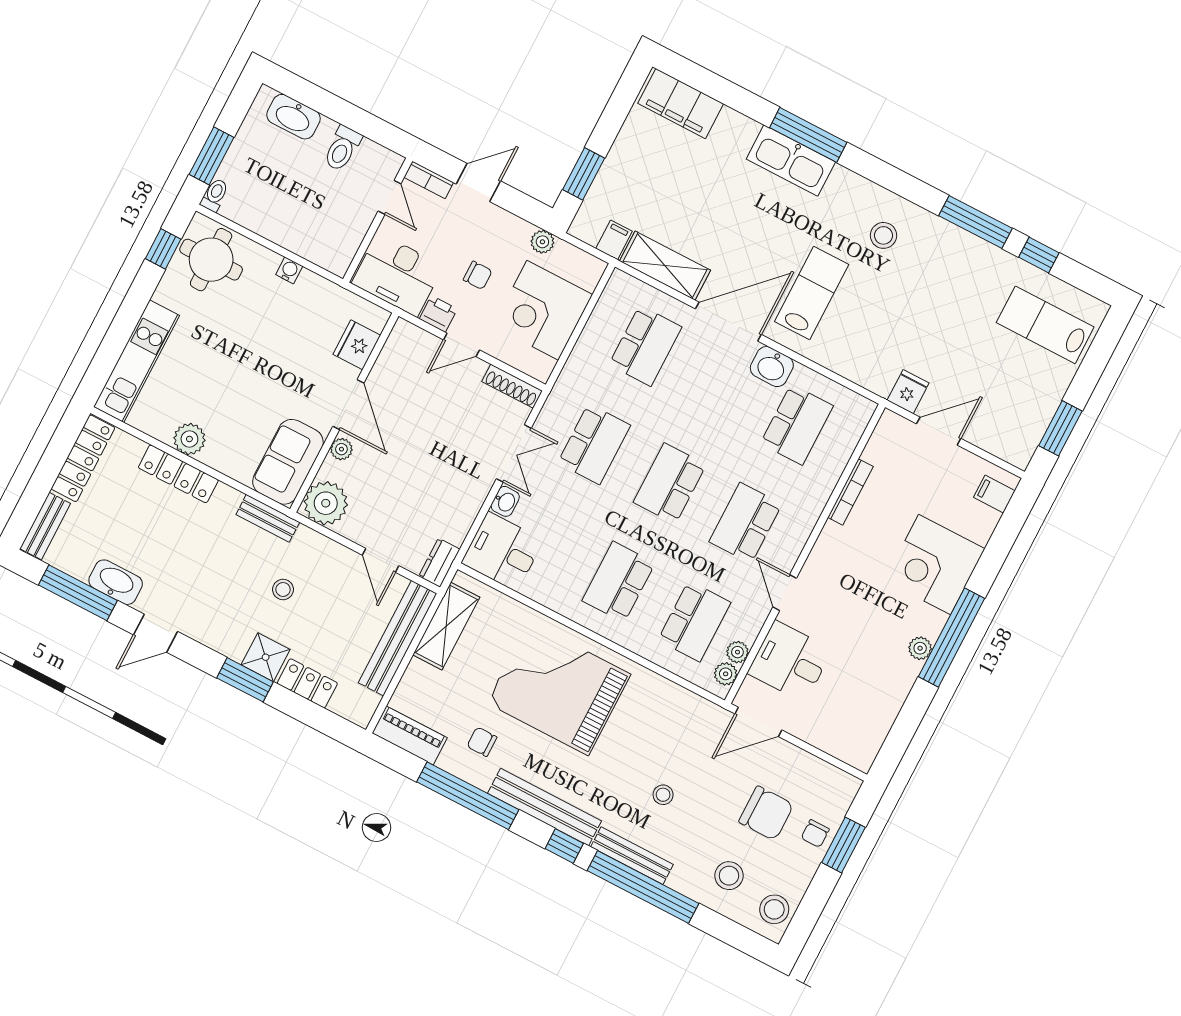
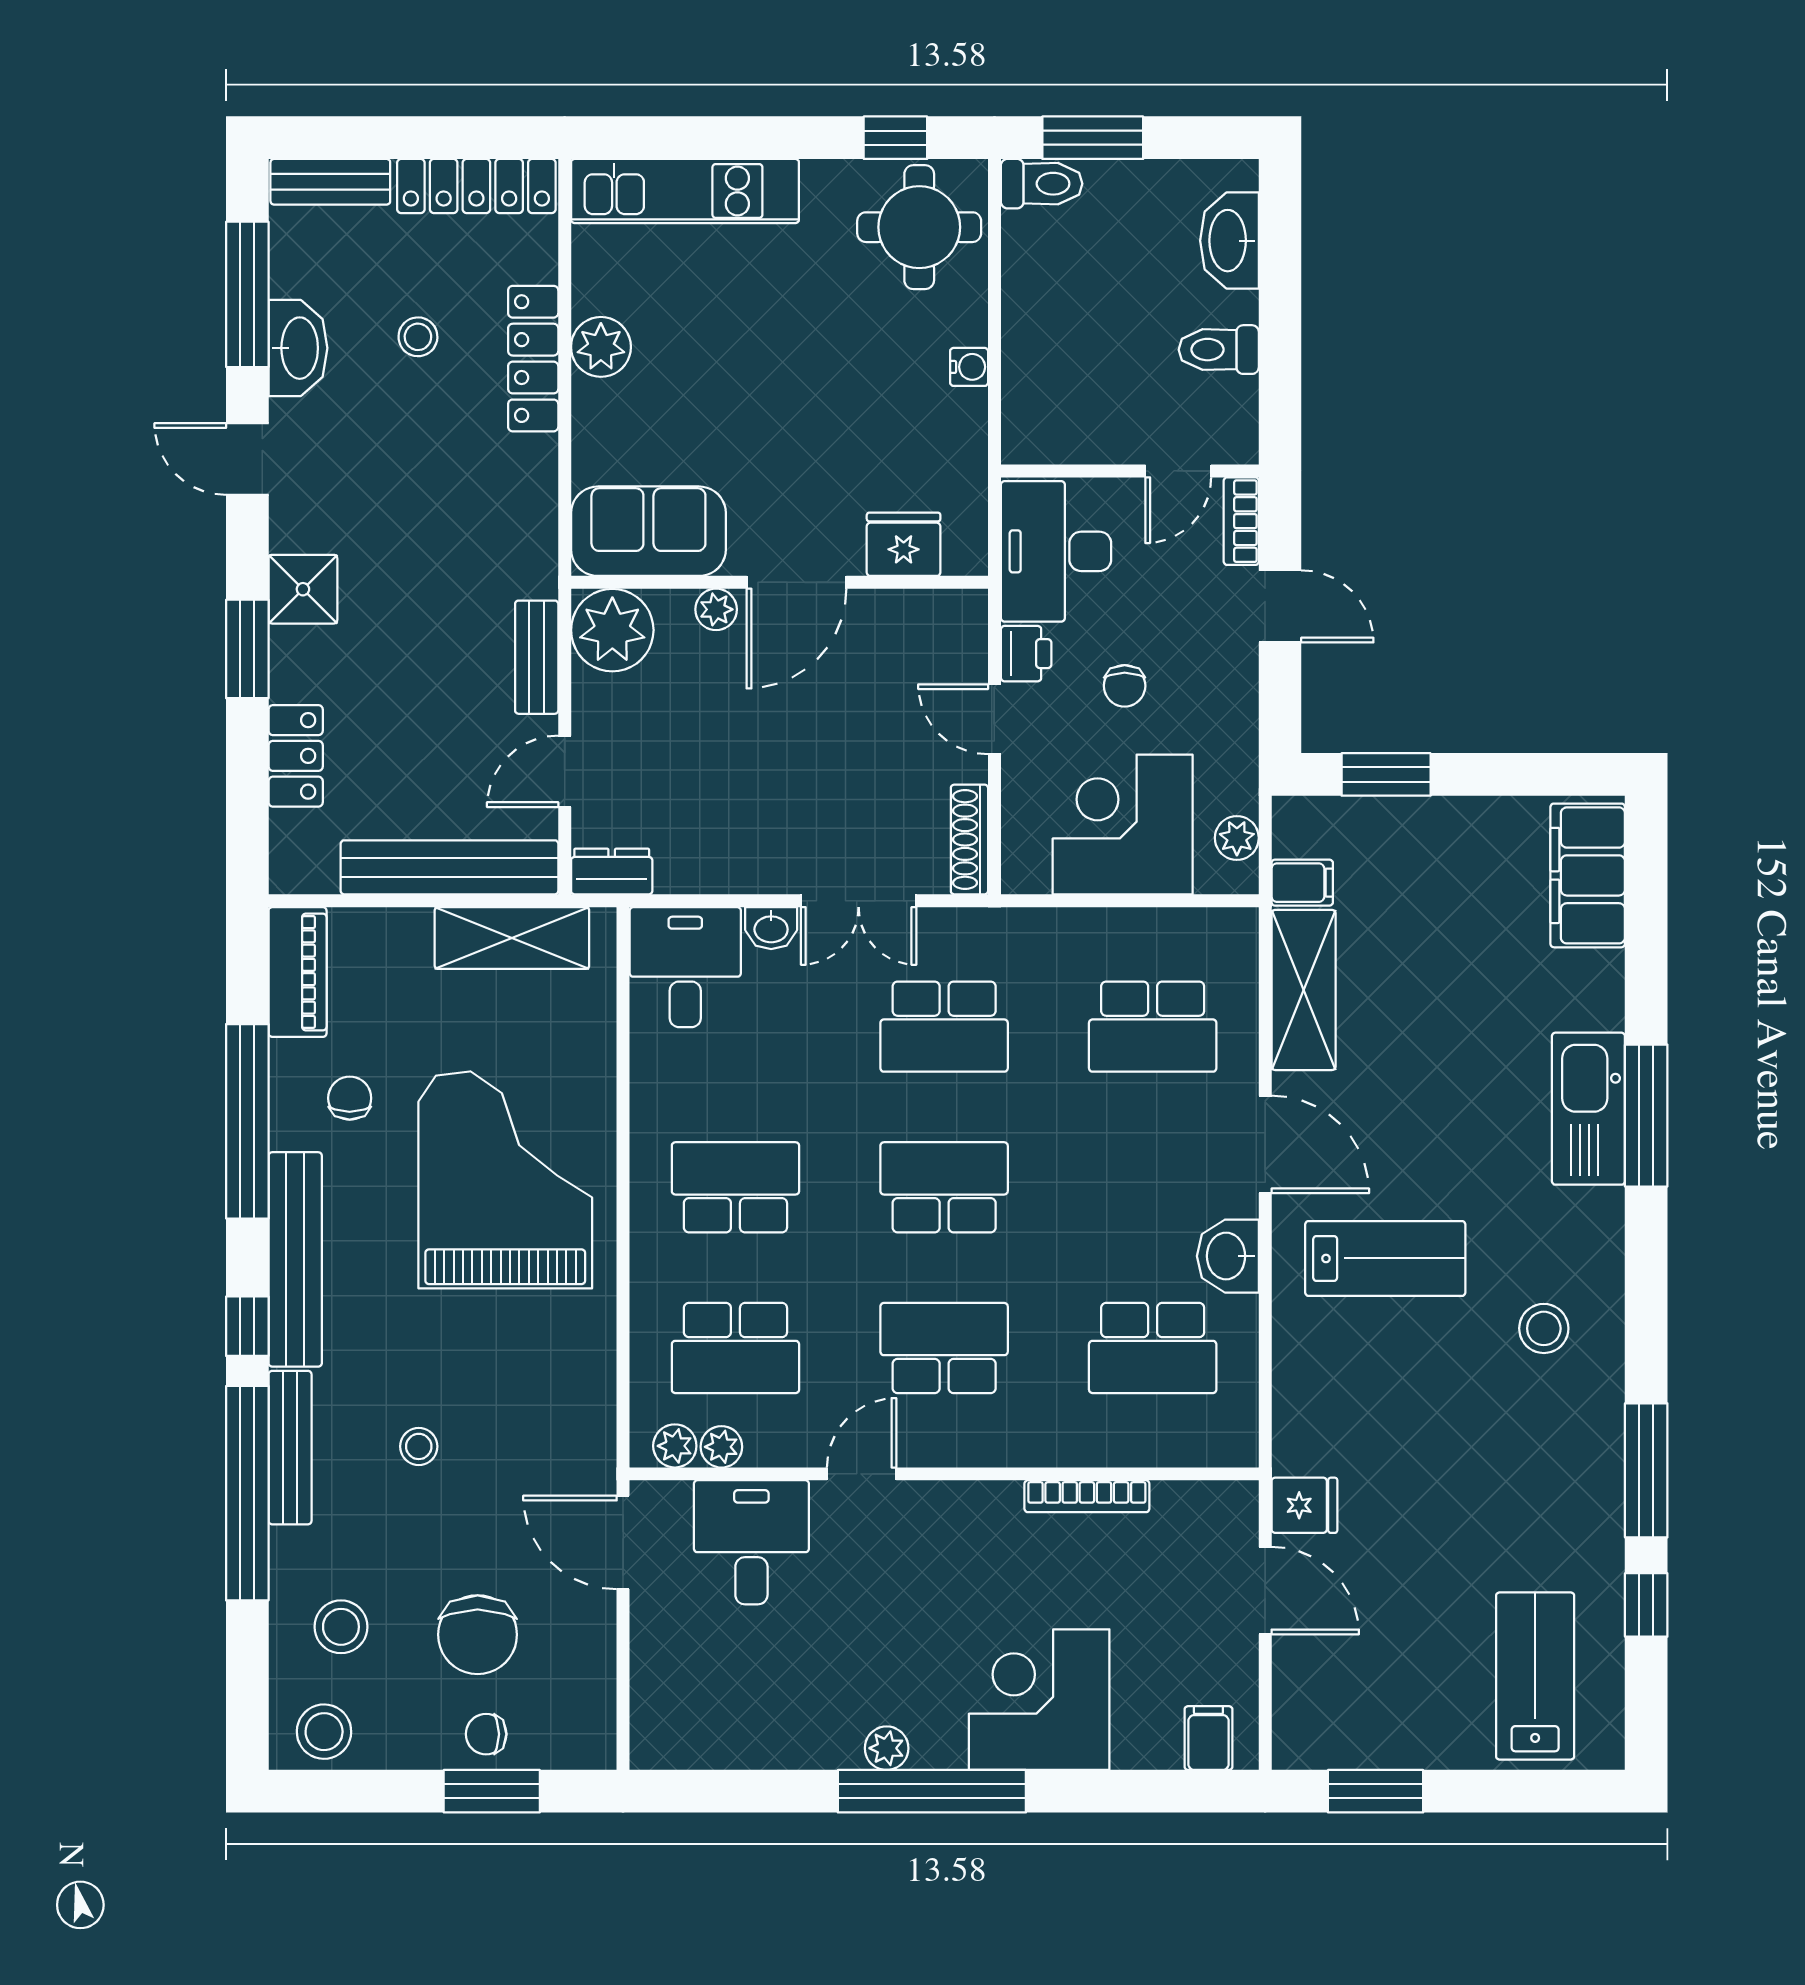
toilet: (215, 195) -> (1042, 184), width x1.37, depth x1.39
plant: (542, 242) -> (1237, 838), moved
door: (728, 322) -> (1265, 1144), width x0.73
bench: (268, 518) -> (537, 657), moved
stool: (283, 589) -> (418, 337), moved
shower: (266, 657) -> (303, 589), moved

